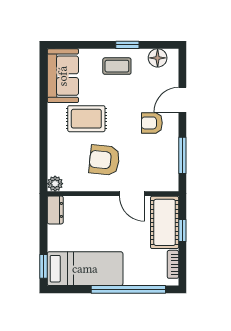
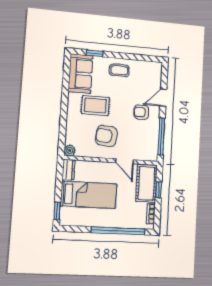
window: (127, 45) -> (95, 53), moved
floor lamp: (158, 58) -> (148, 67), removed
window: (182, 155) -> (161, 137), width x1.44
bed: (85, 269) -> (89, 195), moved

